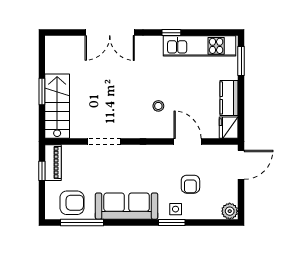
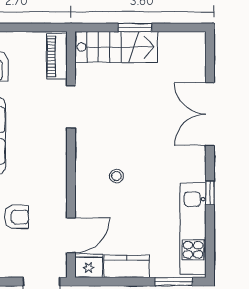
door: (188, 142) -> (71, 235), moved
piano: (53, 163) -> (57, 56), moved, turned 90
window: (42, 171) -> (34, 28), removed
armchair: (190, 184) -> (17, 217), turned 180

